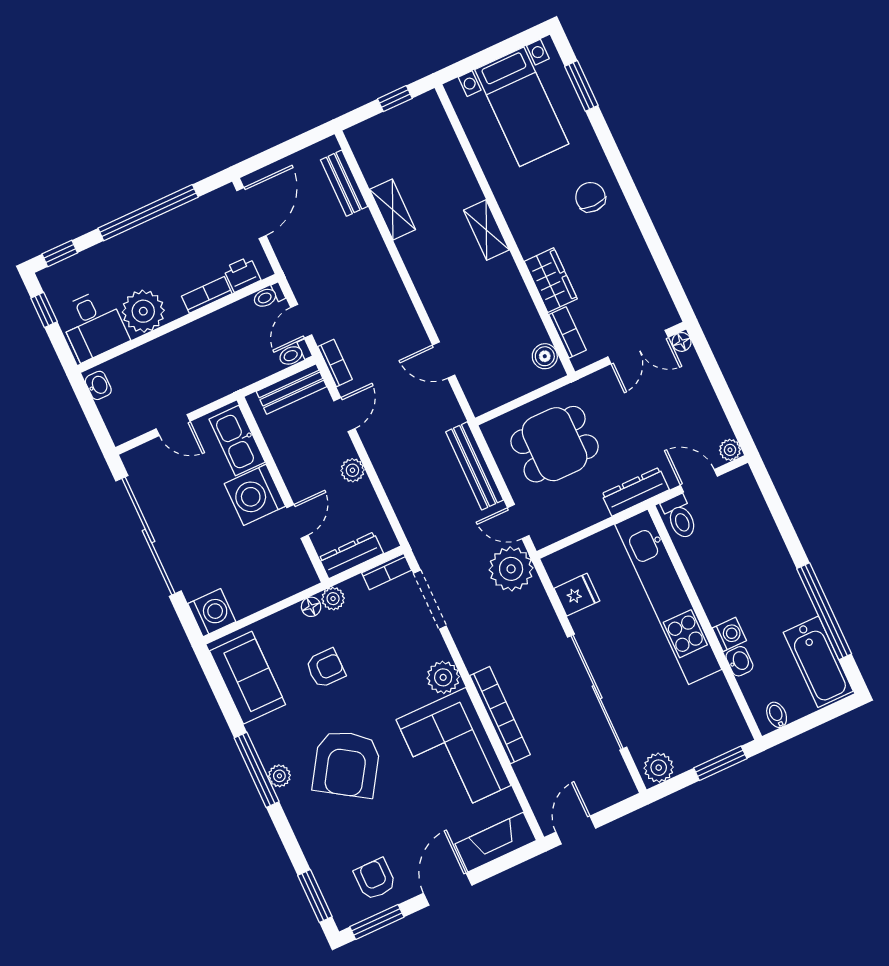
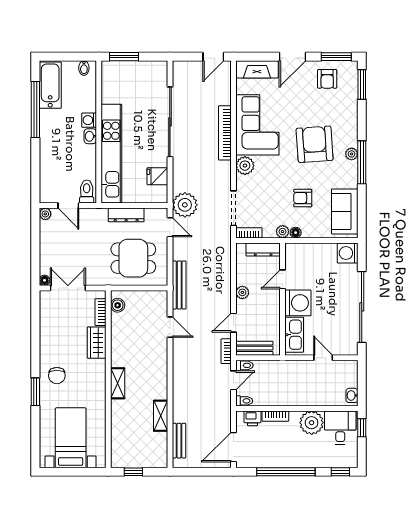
window: (581, 86) -> (35, 392), moved
window: (44, 310) -> (362, 428), moved
bench: (475, 466) -> (179, 285), moved
dresser: (635, 492) -> (126, 215), moved
washbasin: (739, 661) -> (90, 136), moved
armchair: (346, 764) -> (315, 144), turned -37
plant: (659, 768) -> (156, 69), removed

